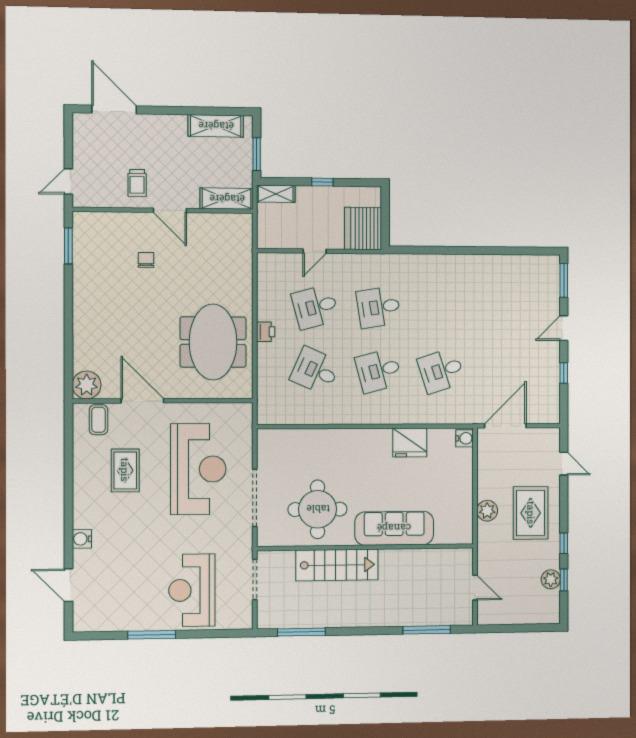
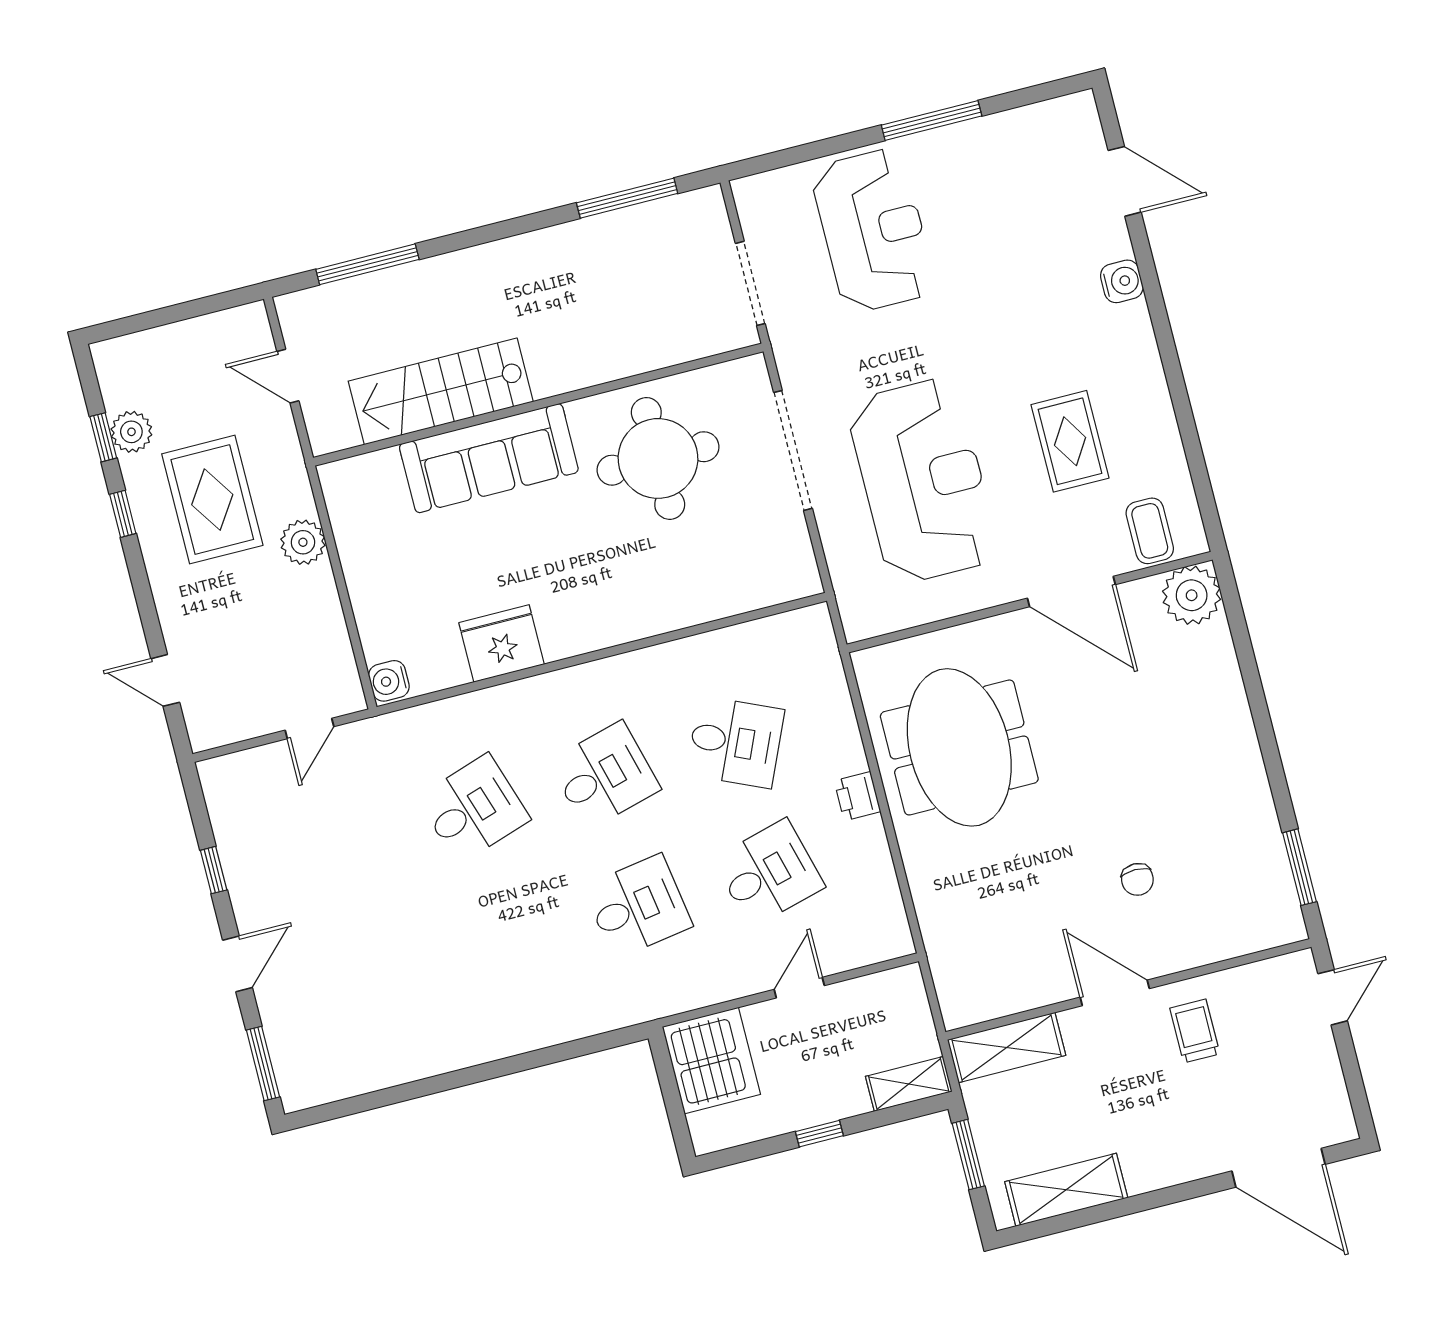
door: (505, 426) -> (310, 728), width x0.53
reception desk: (198, 469) -> (923, 481), turned 180
rug: (531, 513) -> (212, 500), moved
stairs: (337, 565) -> (441, 391), moved

